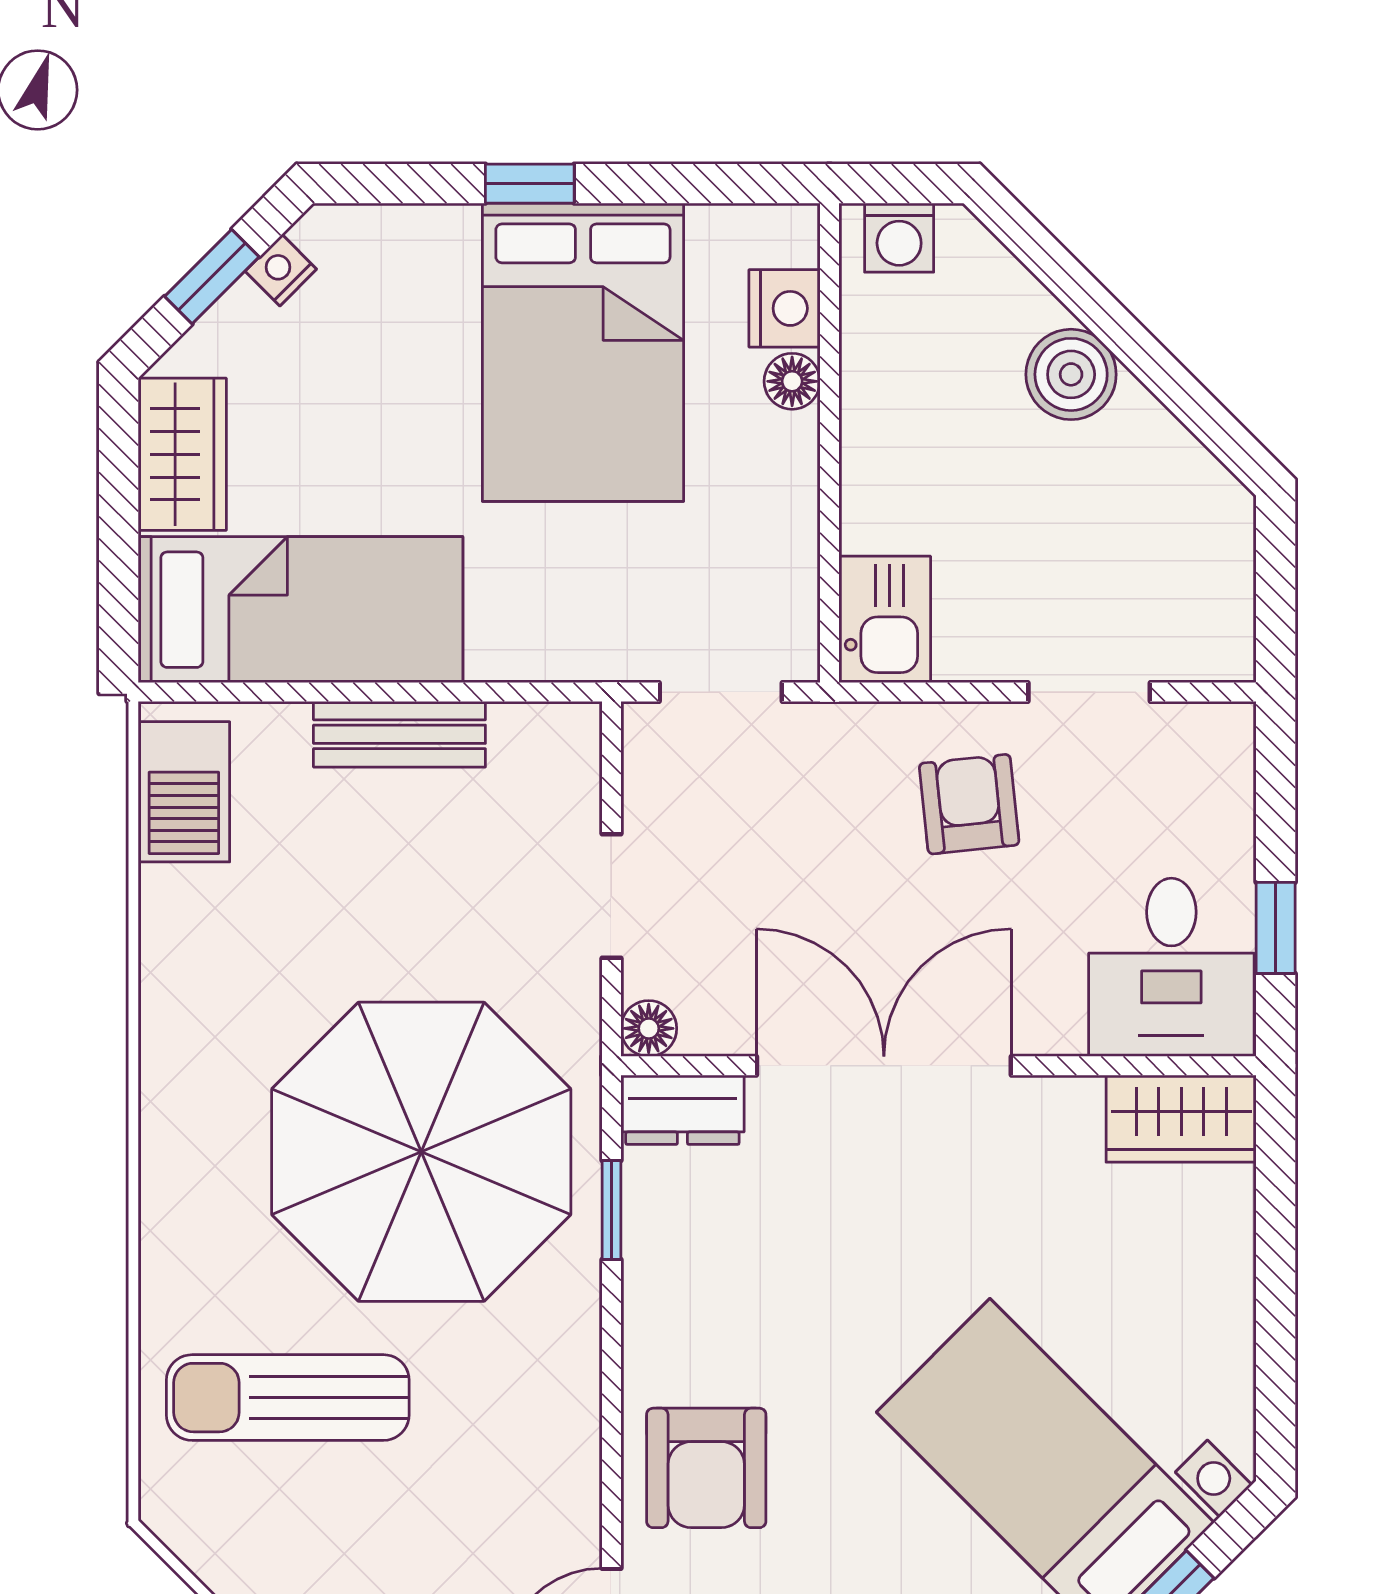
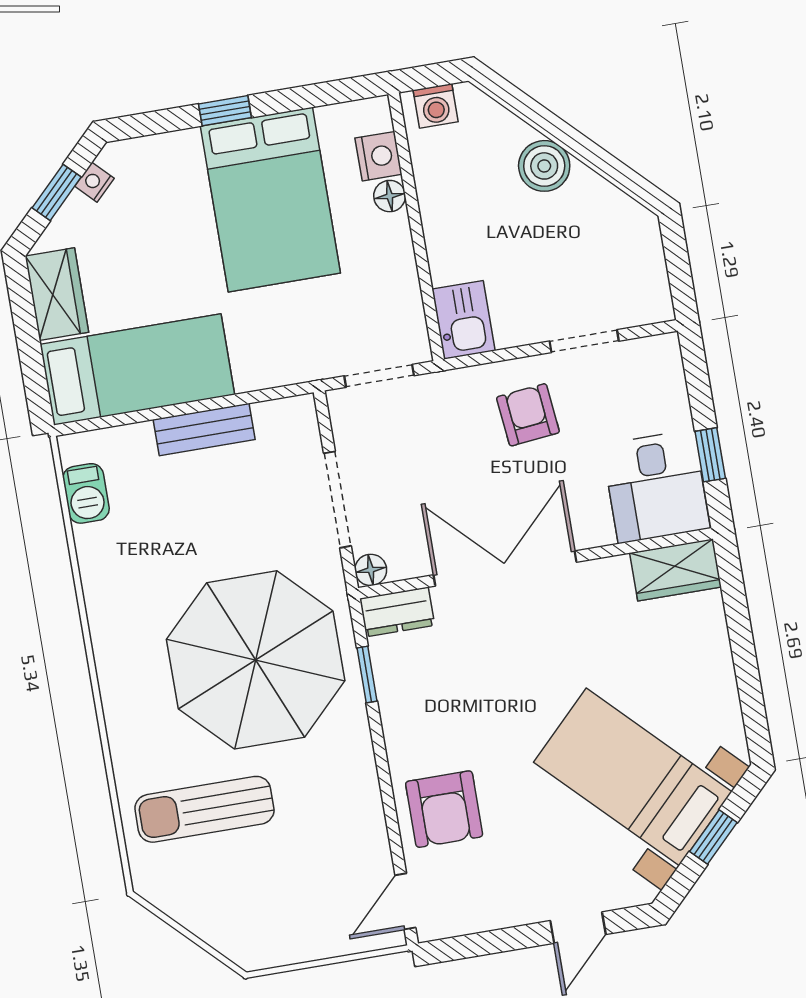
barbecue: (184, 792) -> (86, 493), width x0.73, depth x0.79
doorway: (611, 896) -> (337, 500), width x1.38

